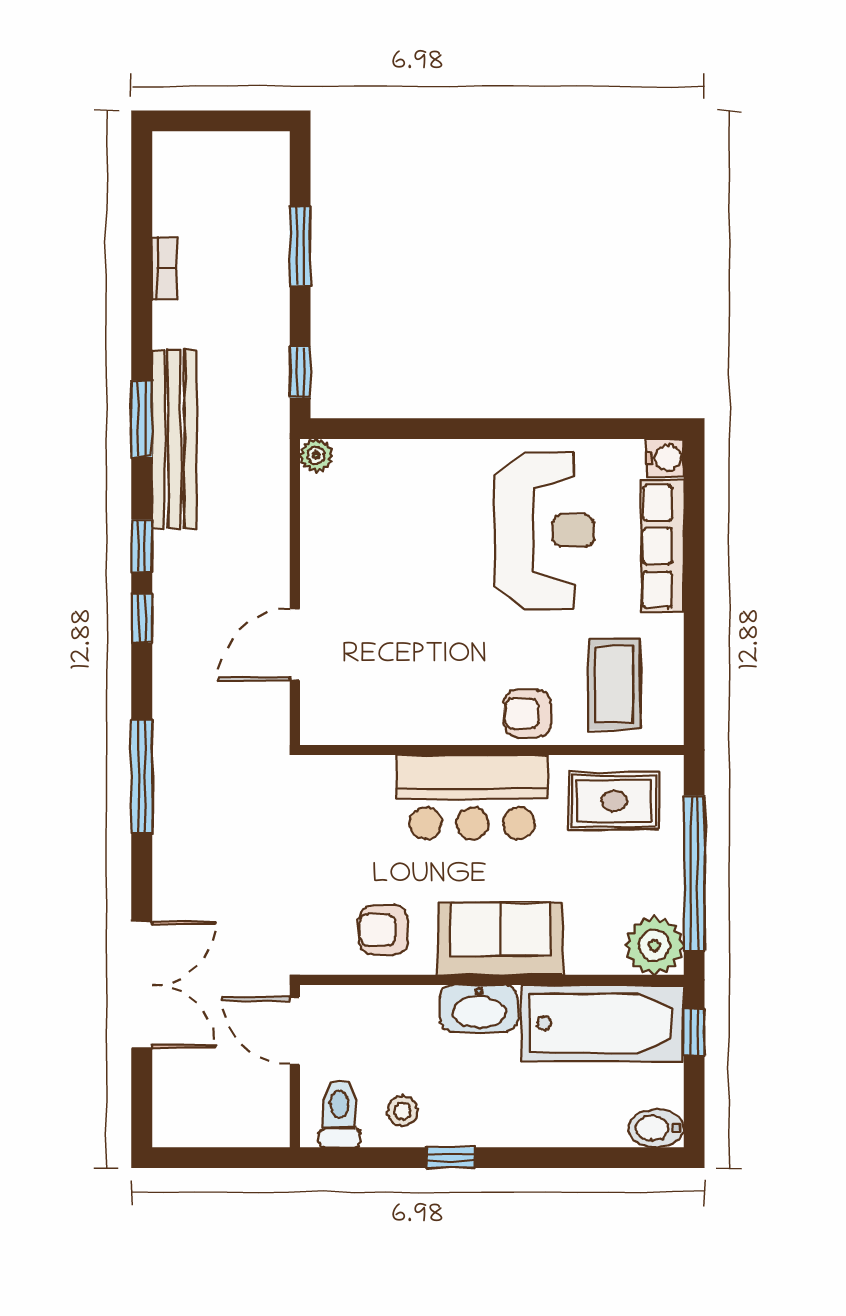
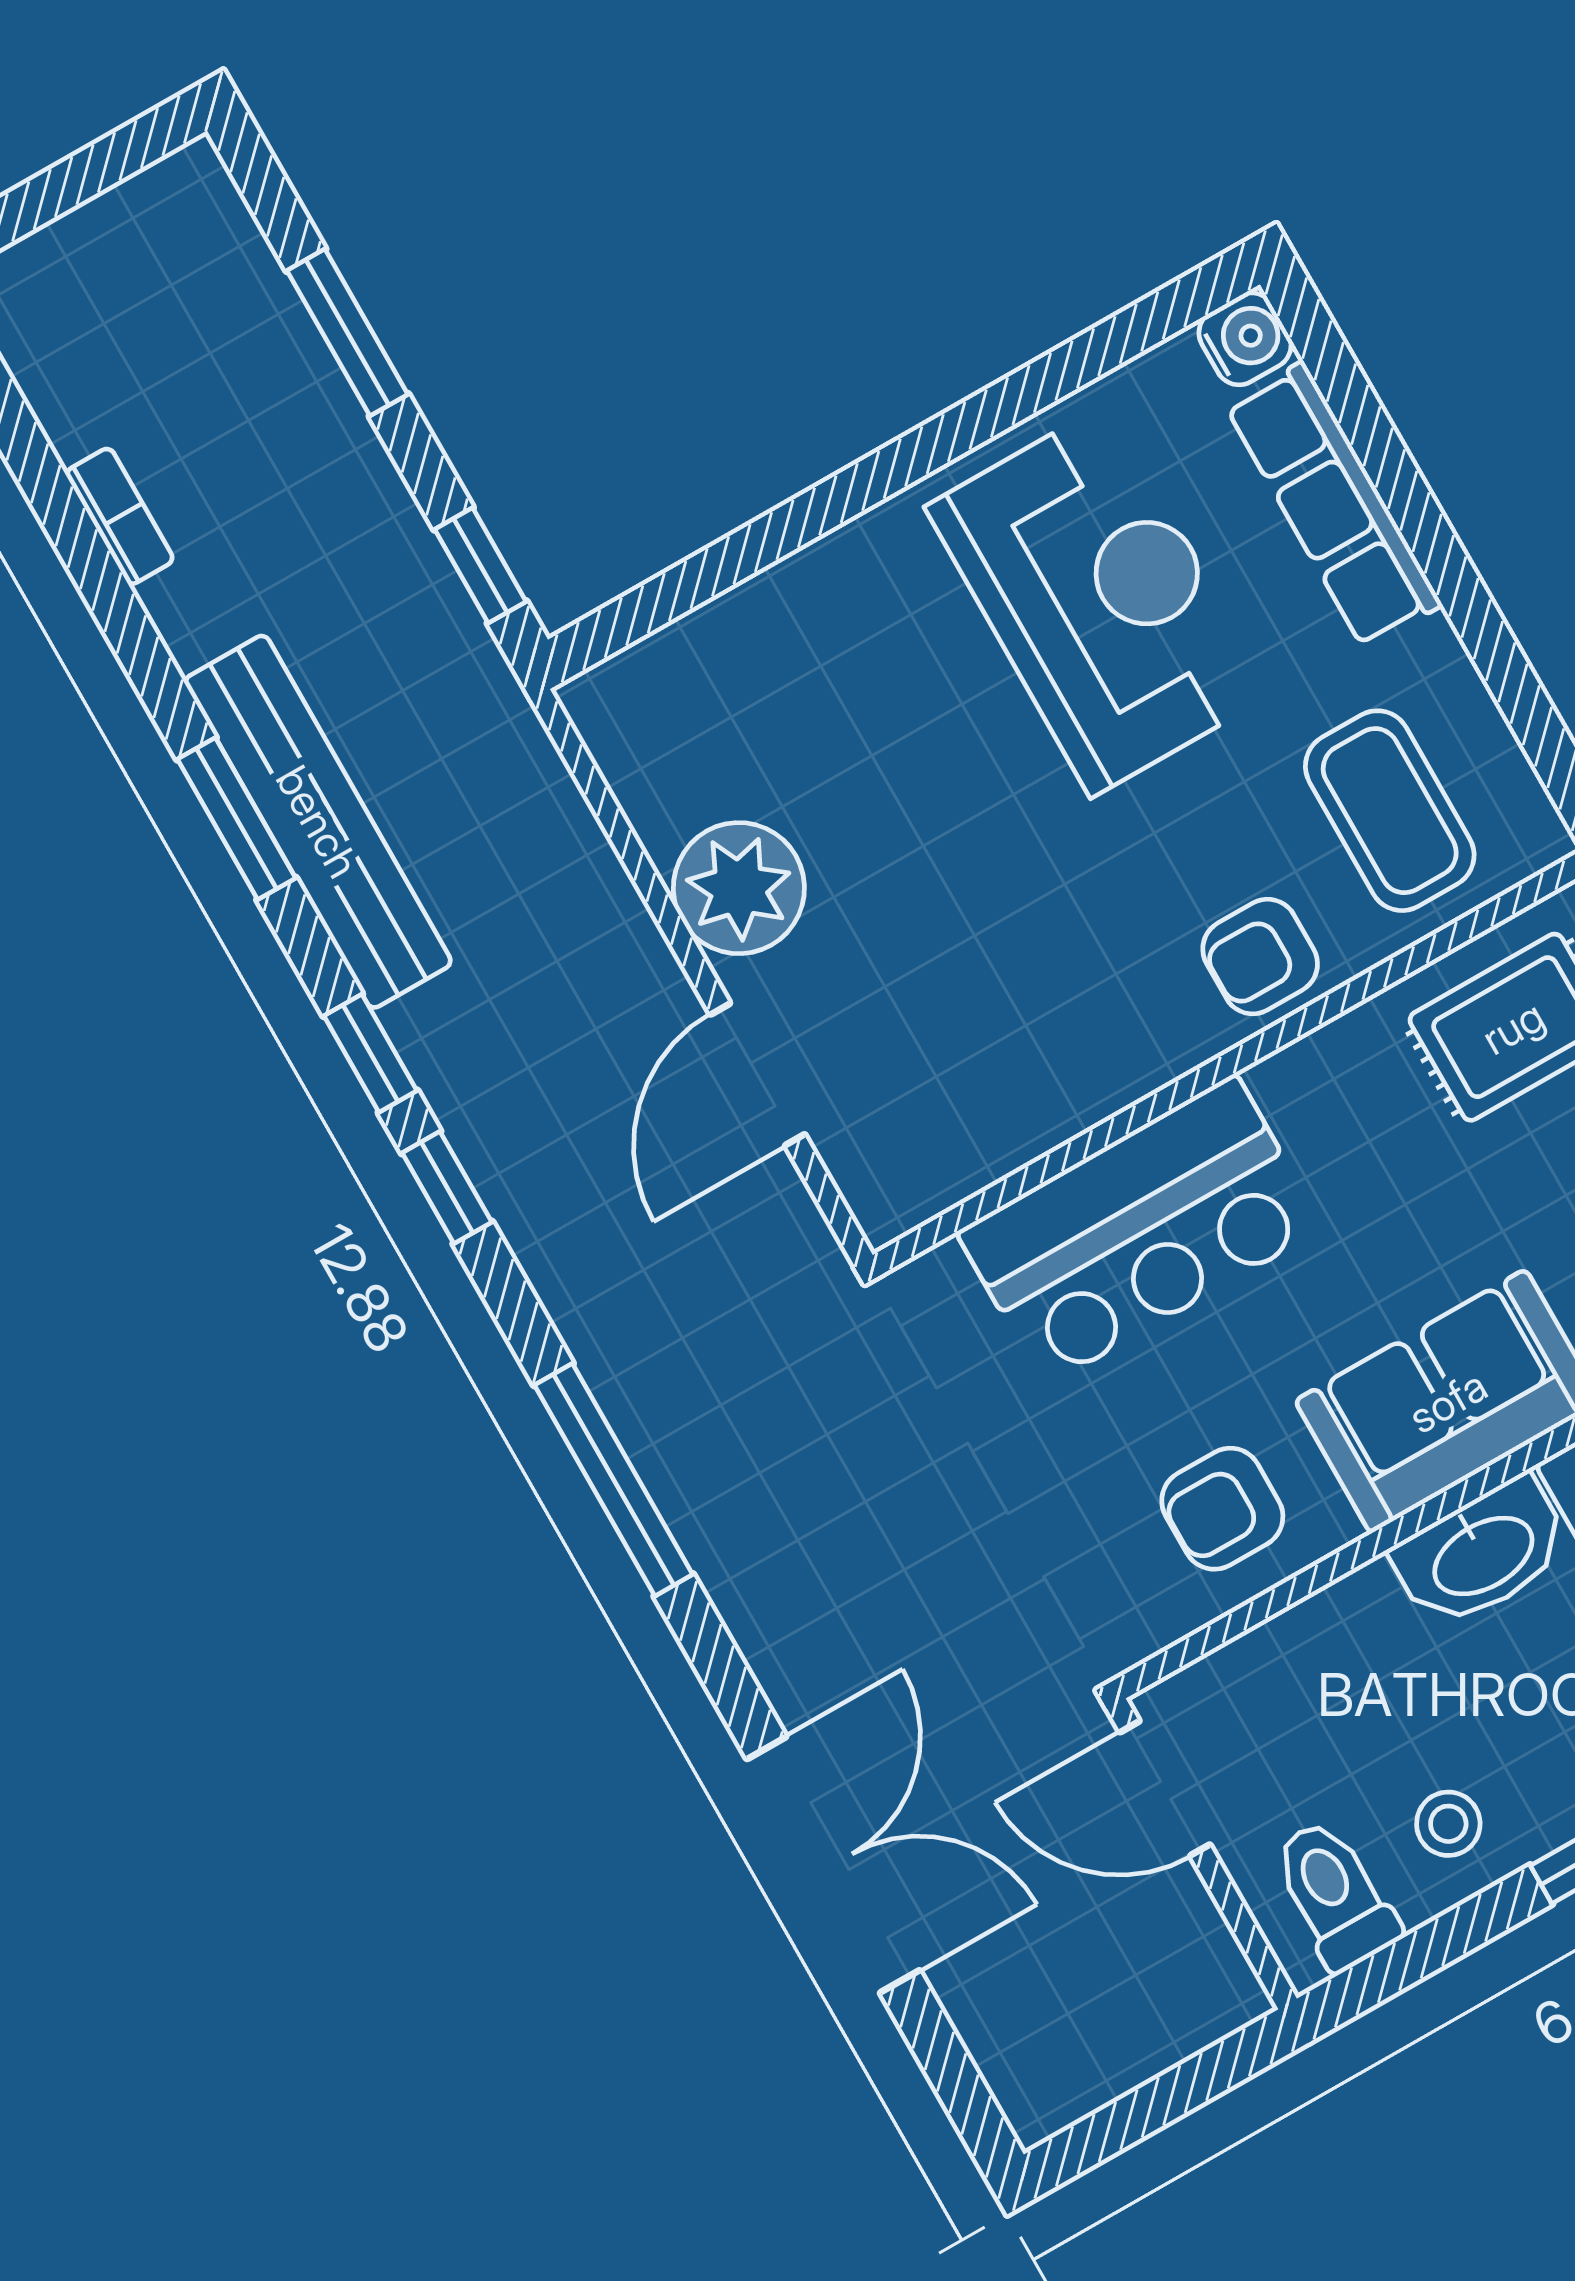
plant: (316, 455) -> (739, 888), moved, width x1.87, depth x1.87
bar counter: (472, 797) -> (1140, 1230), moved

